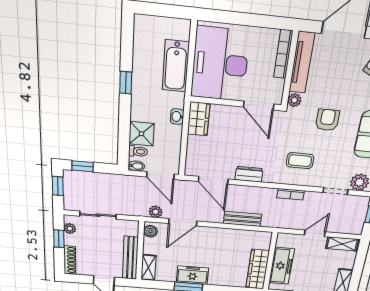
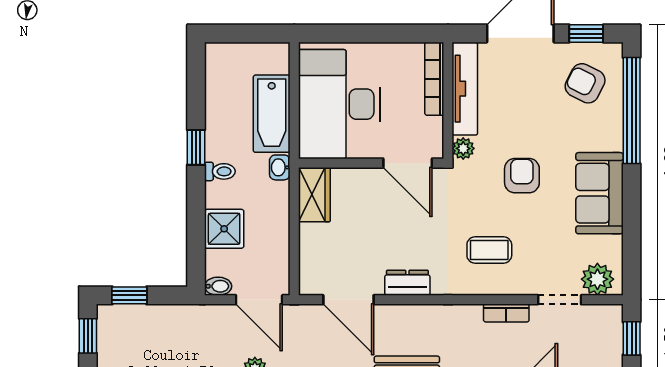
washbasin: (177, 117) -> (280, 167), moved
toilet: (138, 151) -> (220, 171), moved
bookcase: (291, 194) -> (506, 313), moved

